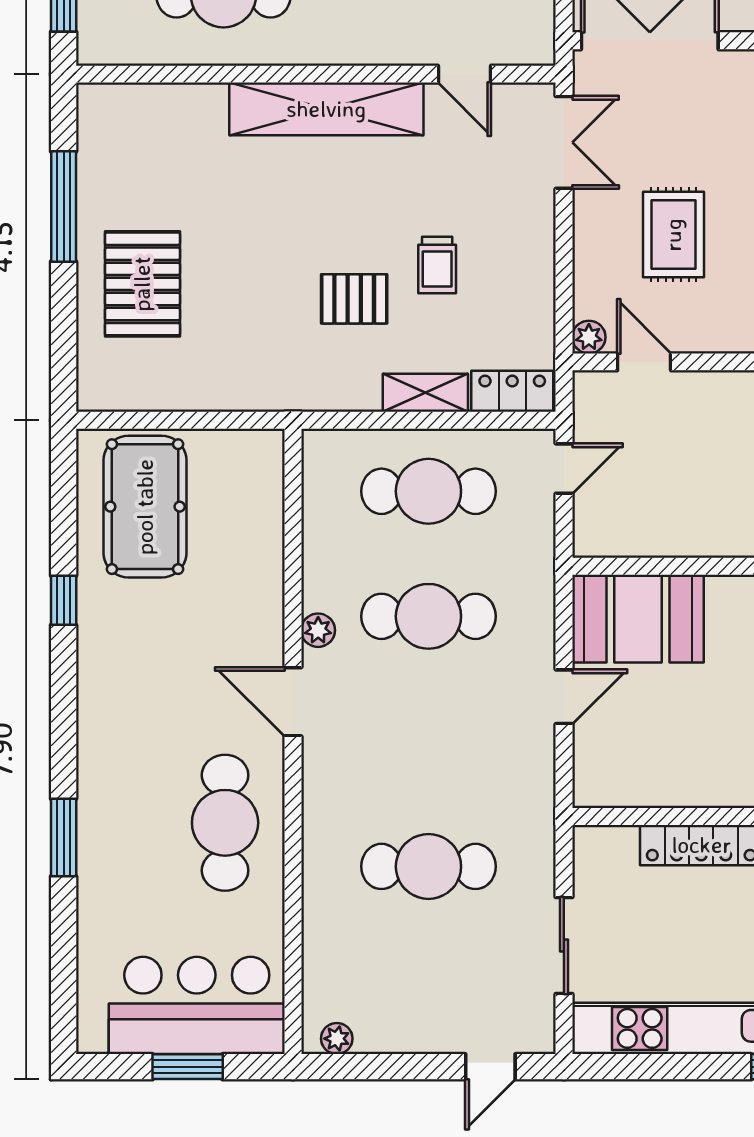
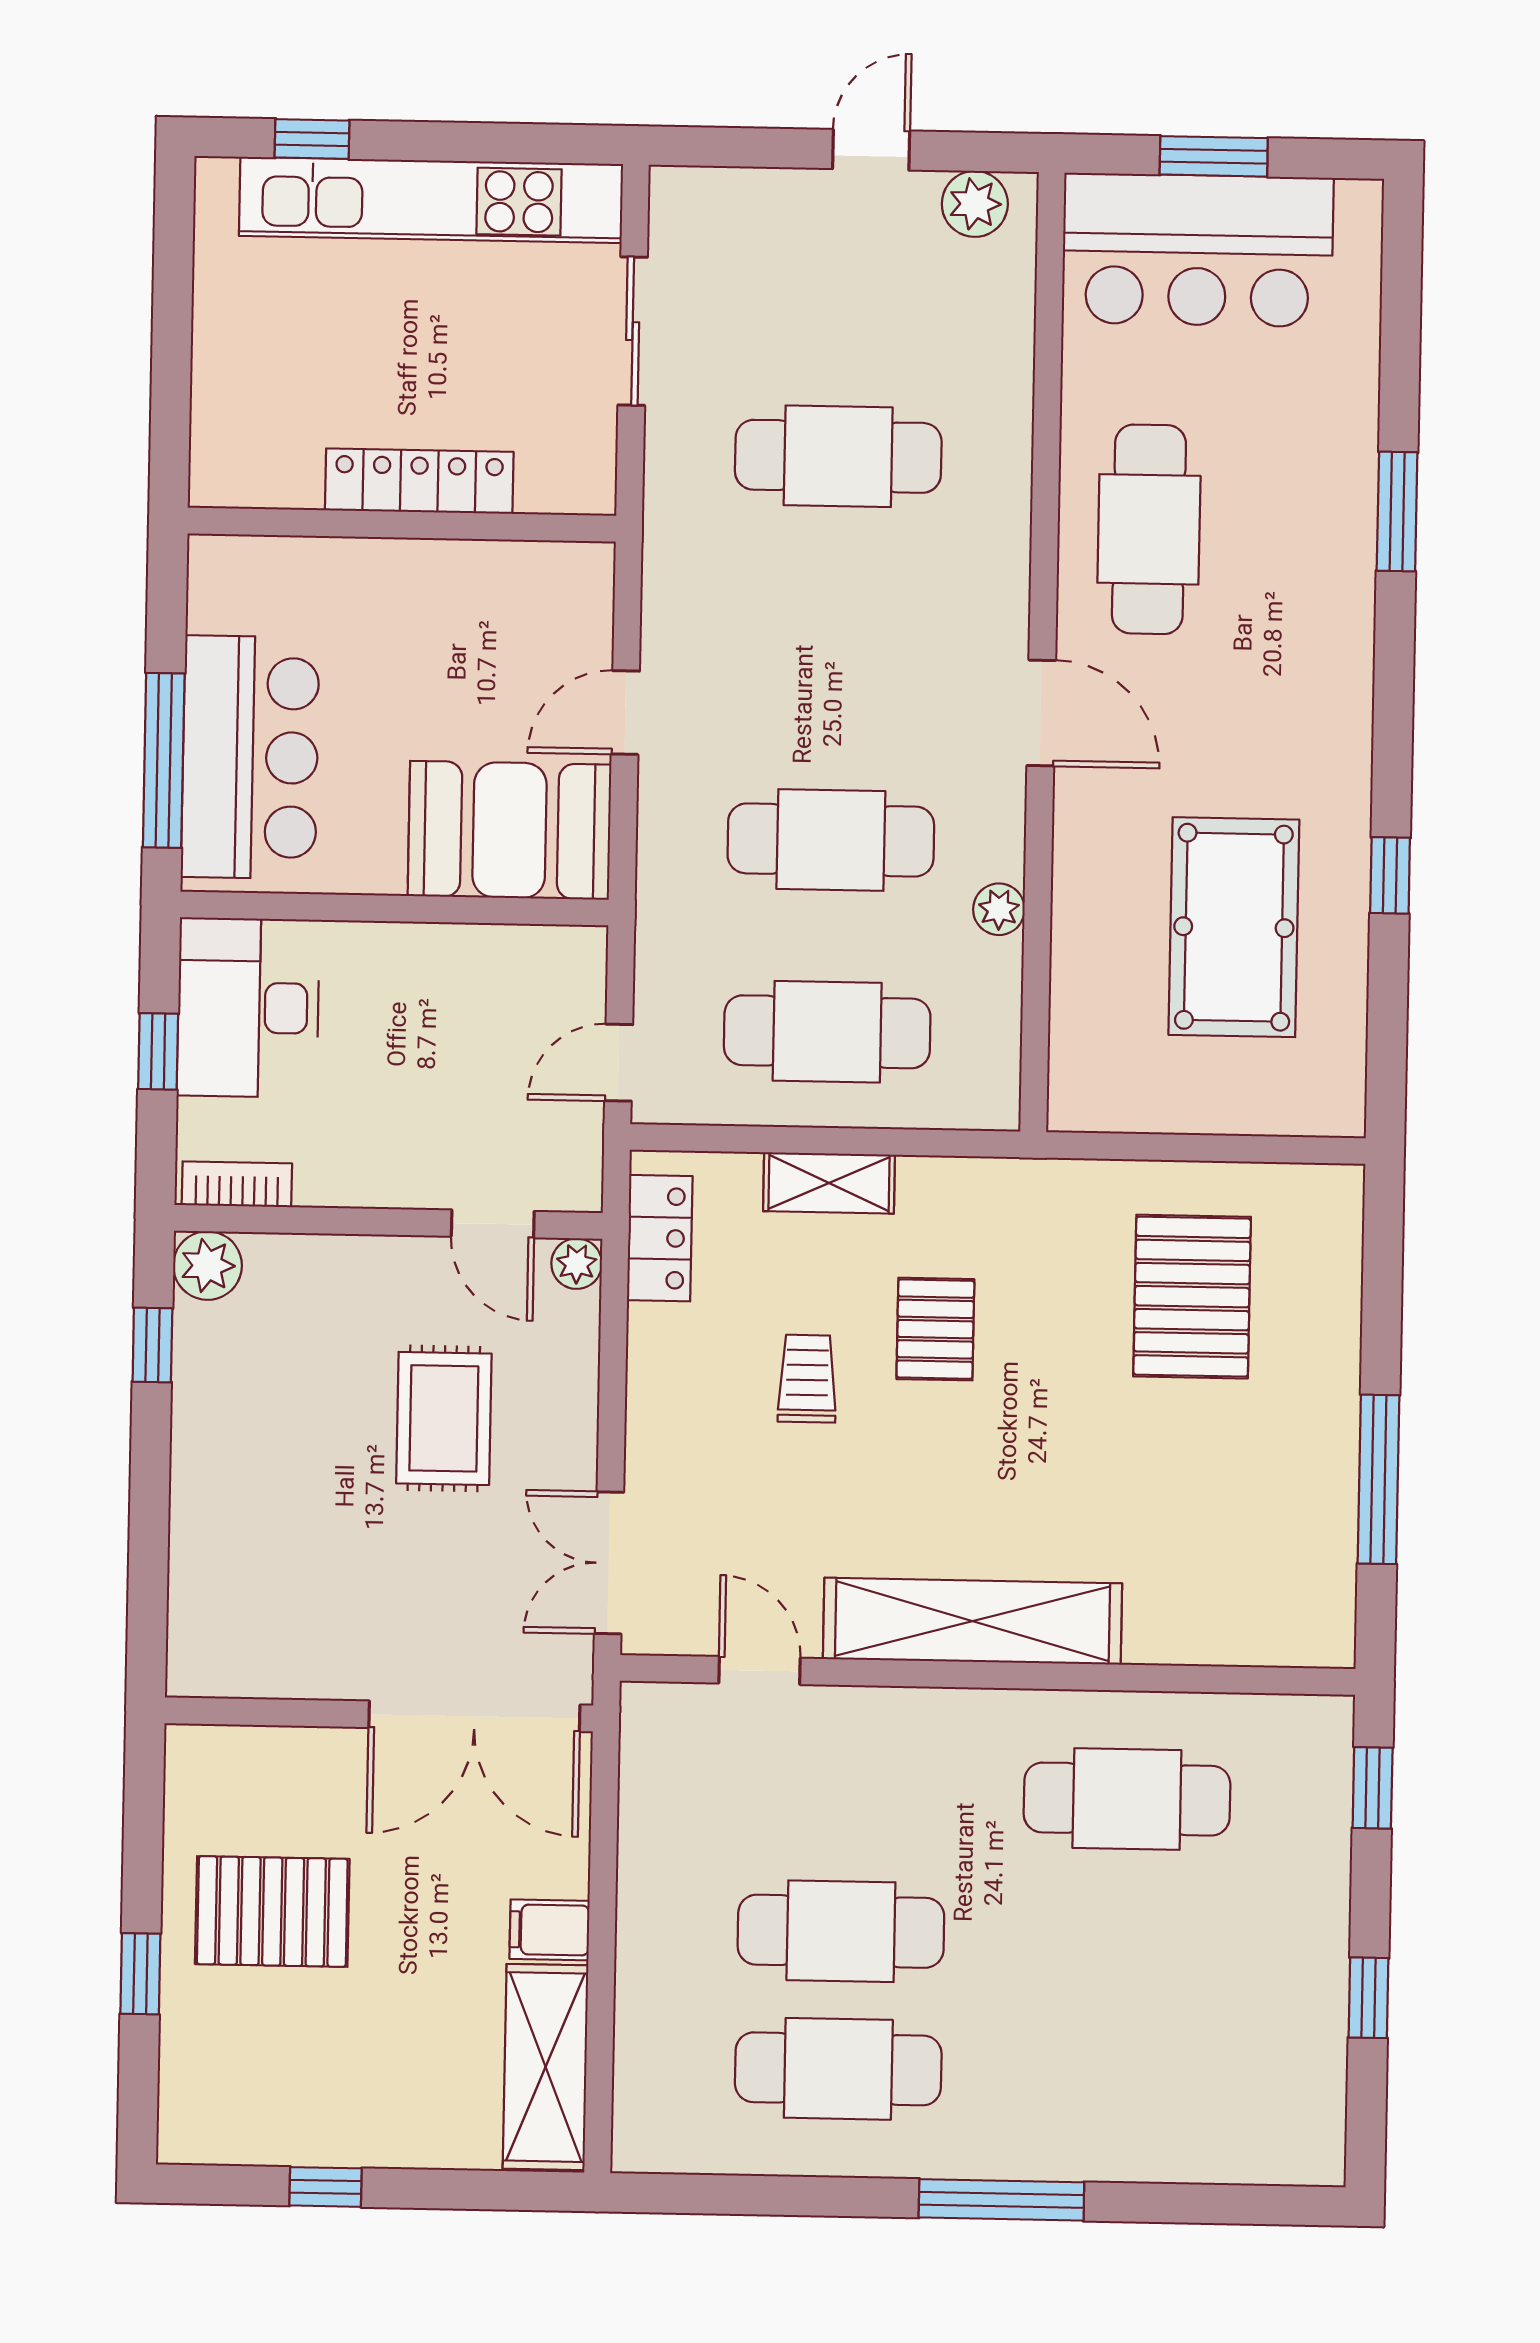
pallet: (142, 284) -> (1192, 1297), moved
pallet: (354, 299) -> (935, 1329), turned 90
locker: (512, 391) -> (660, 1238), moved, turned -90
pool table: (145, 507) -> (1234, 927), moved
plant: (318, 630) -> (999, 909), moved
plant: (337, 1039) -> (975, 204), width x1.38, depth x1.38
door: (490, 1067) -> (871, 150), moved

